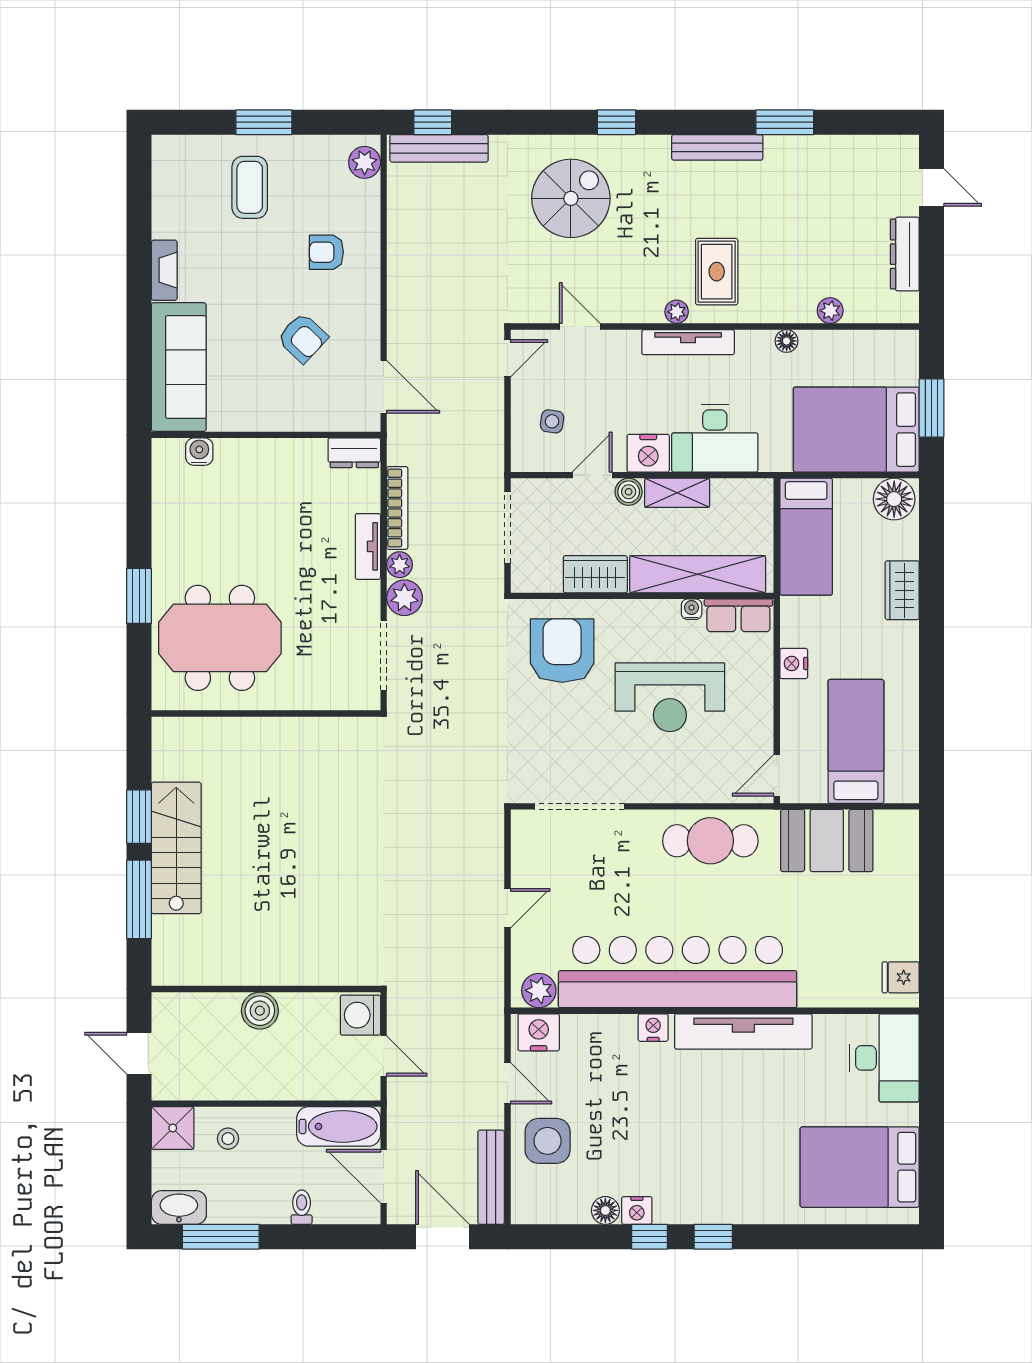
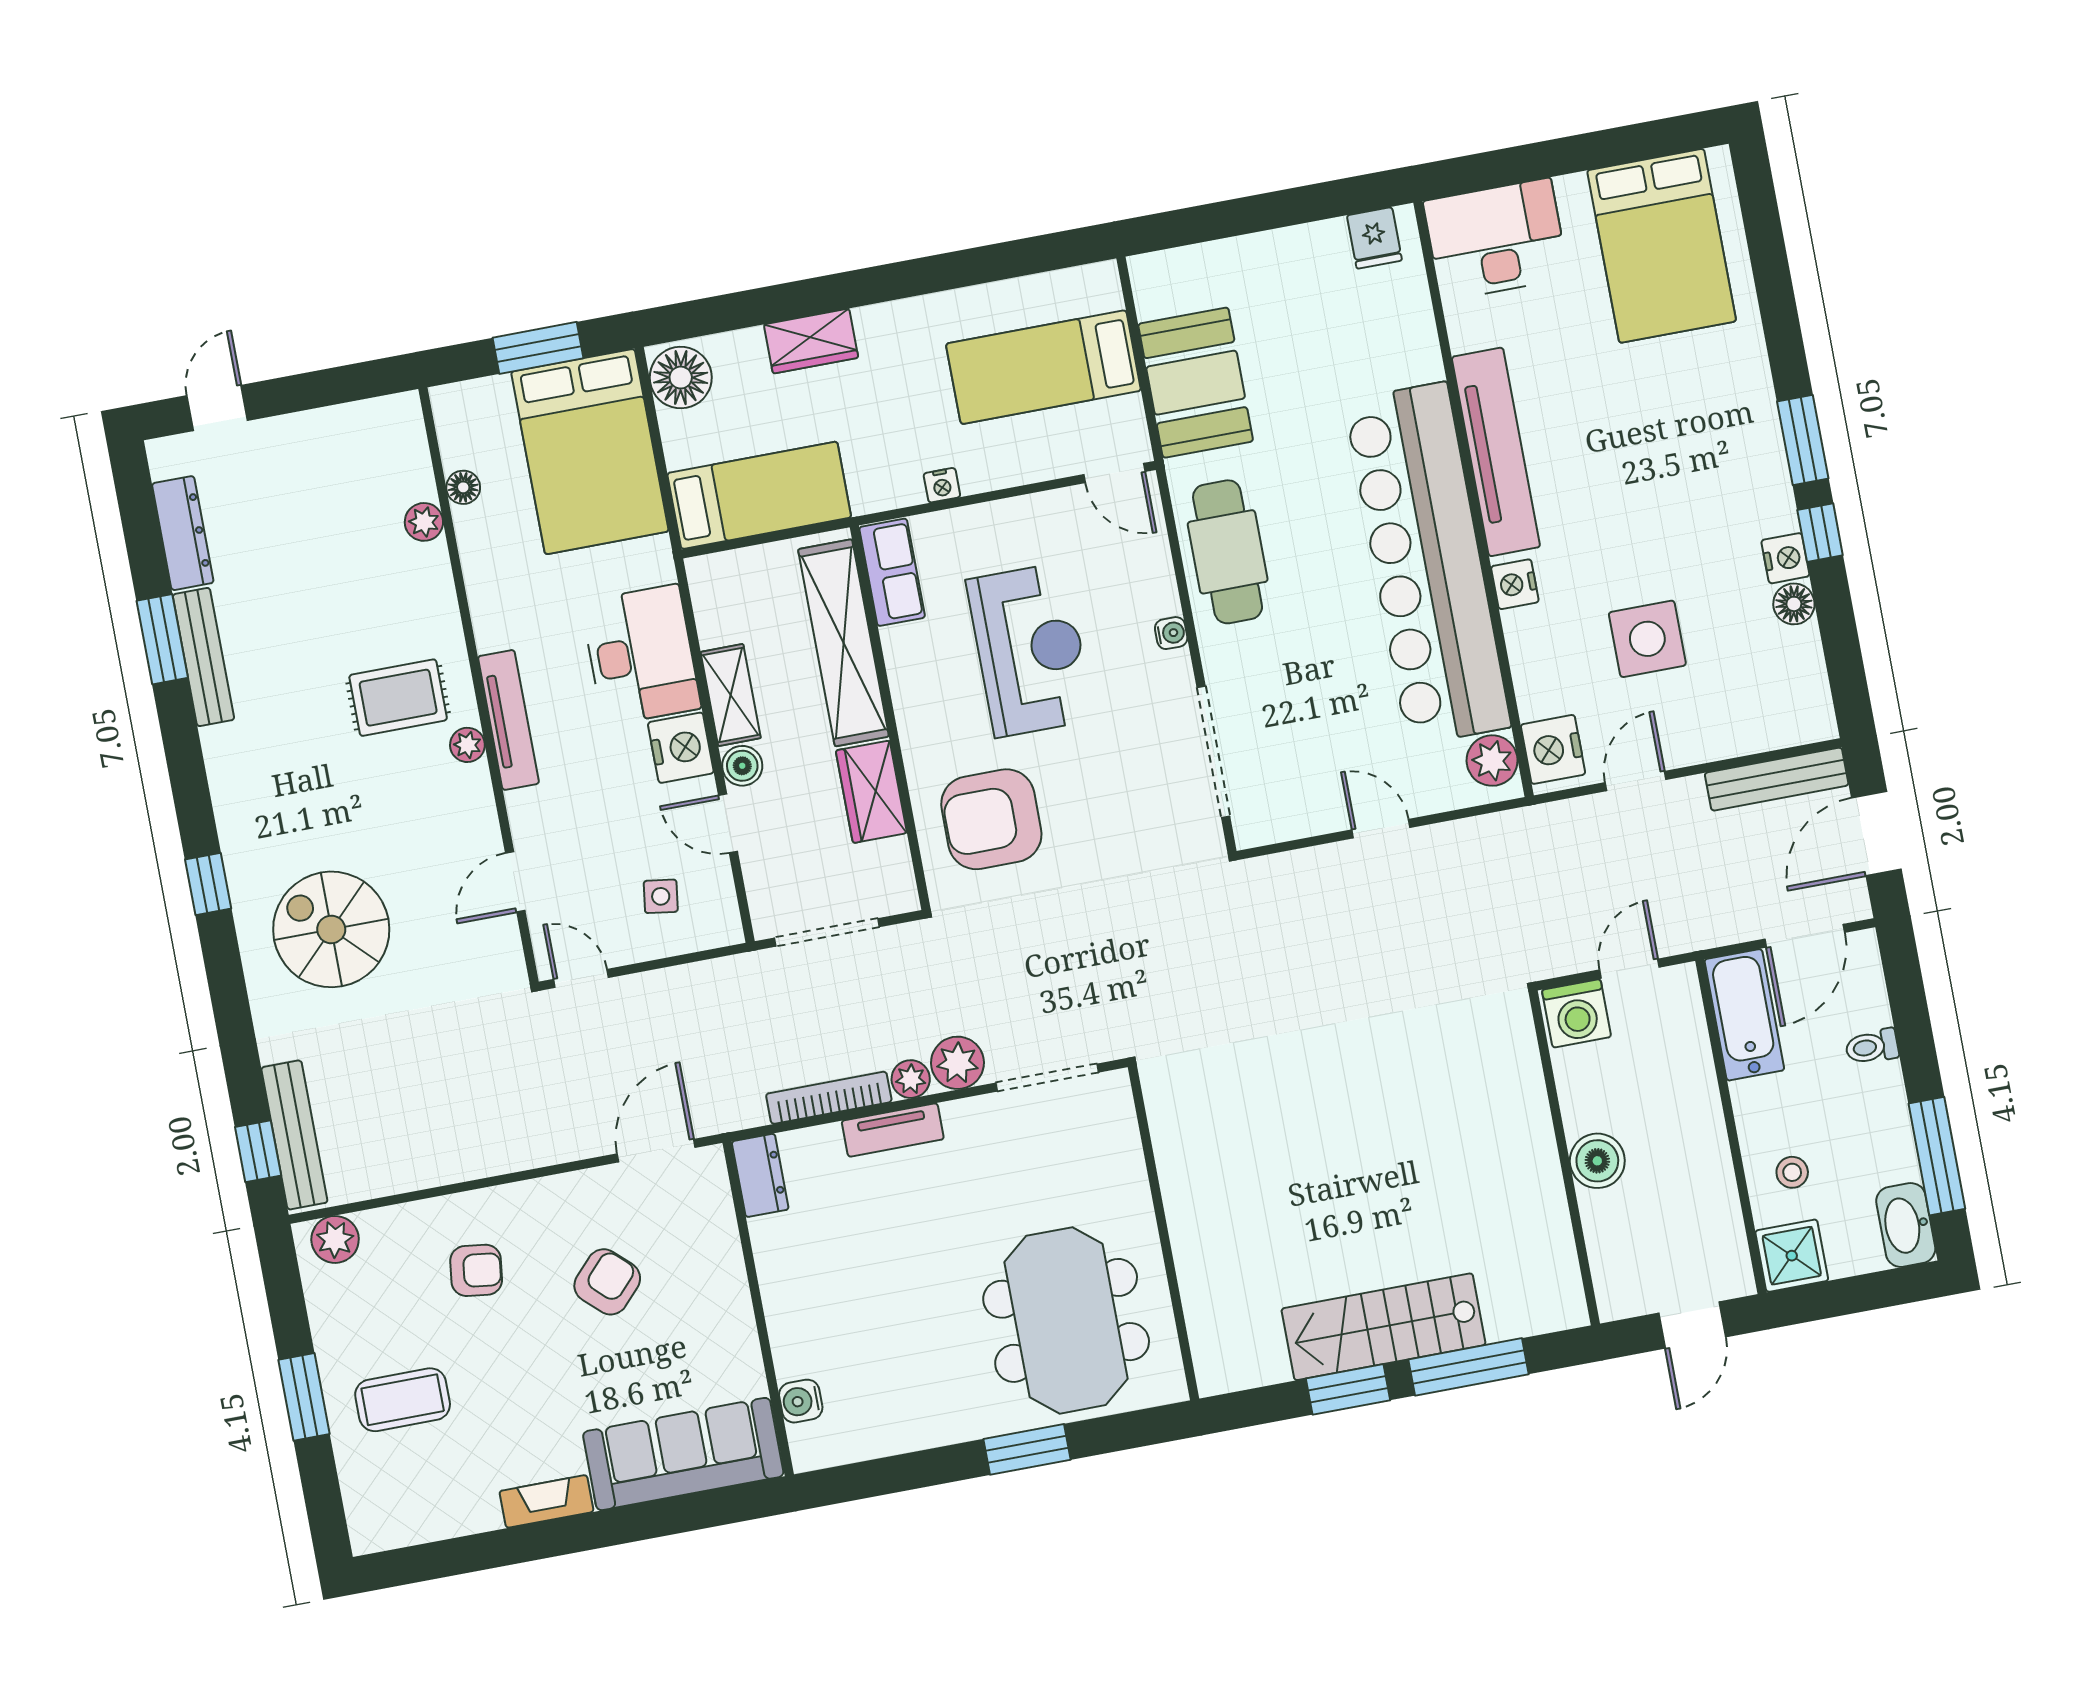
bench: (717, 147) -> (203, 657), moved
armchair: (326, 252) -> (476, 1270), turned -83
dresser: (905, 254) -> (183, 533), moved, turned -90
floor lamp: (787, 341) -> (463, 487), moved
water cooler: (692, 609) -> (1171, 633), moved, turned 180
nightstand: (794, 663) -> (942, 485), width x0.72, depth x0.74
side table: (548, 1141) -> (1647, 639), moved
window: (713, 1237) -> (1803, 440), width x1.50

